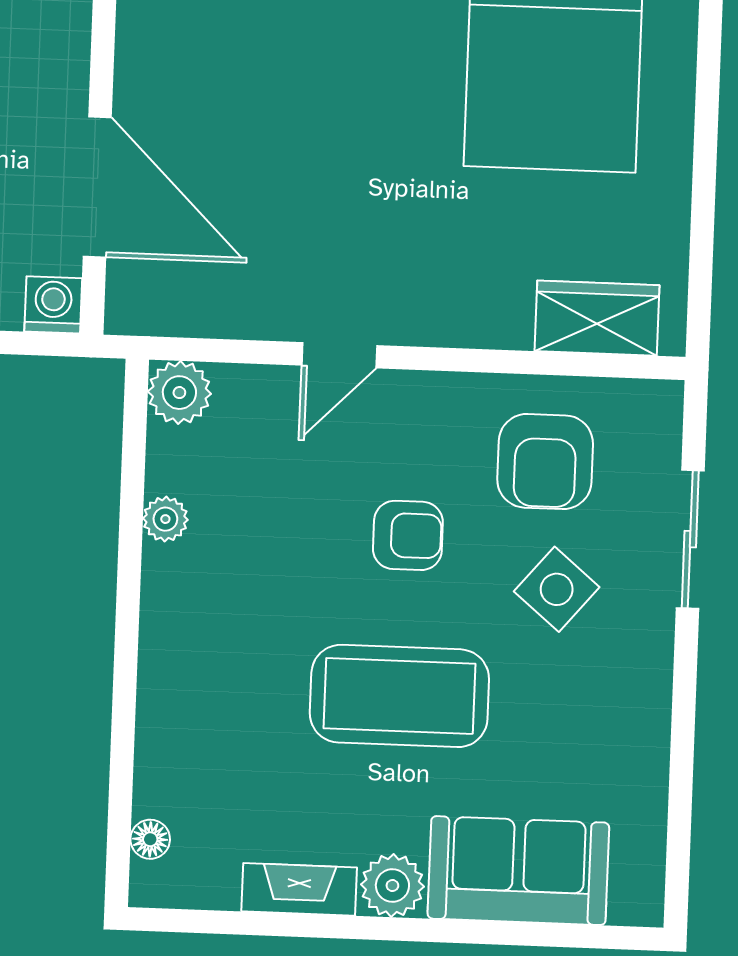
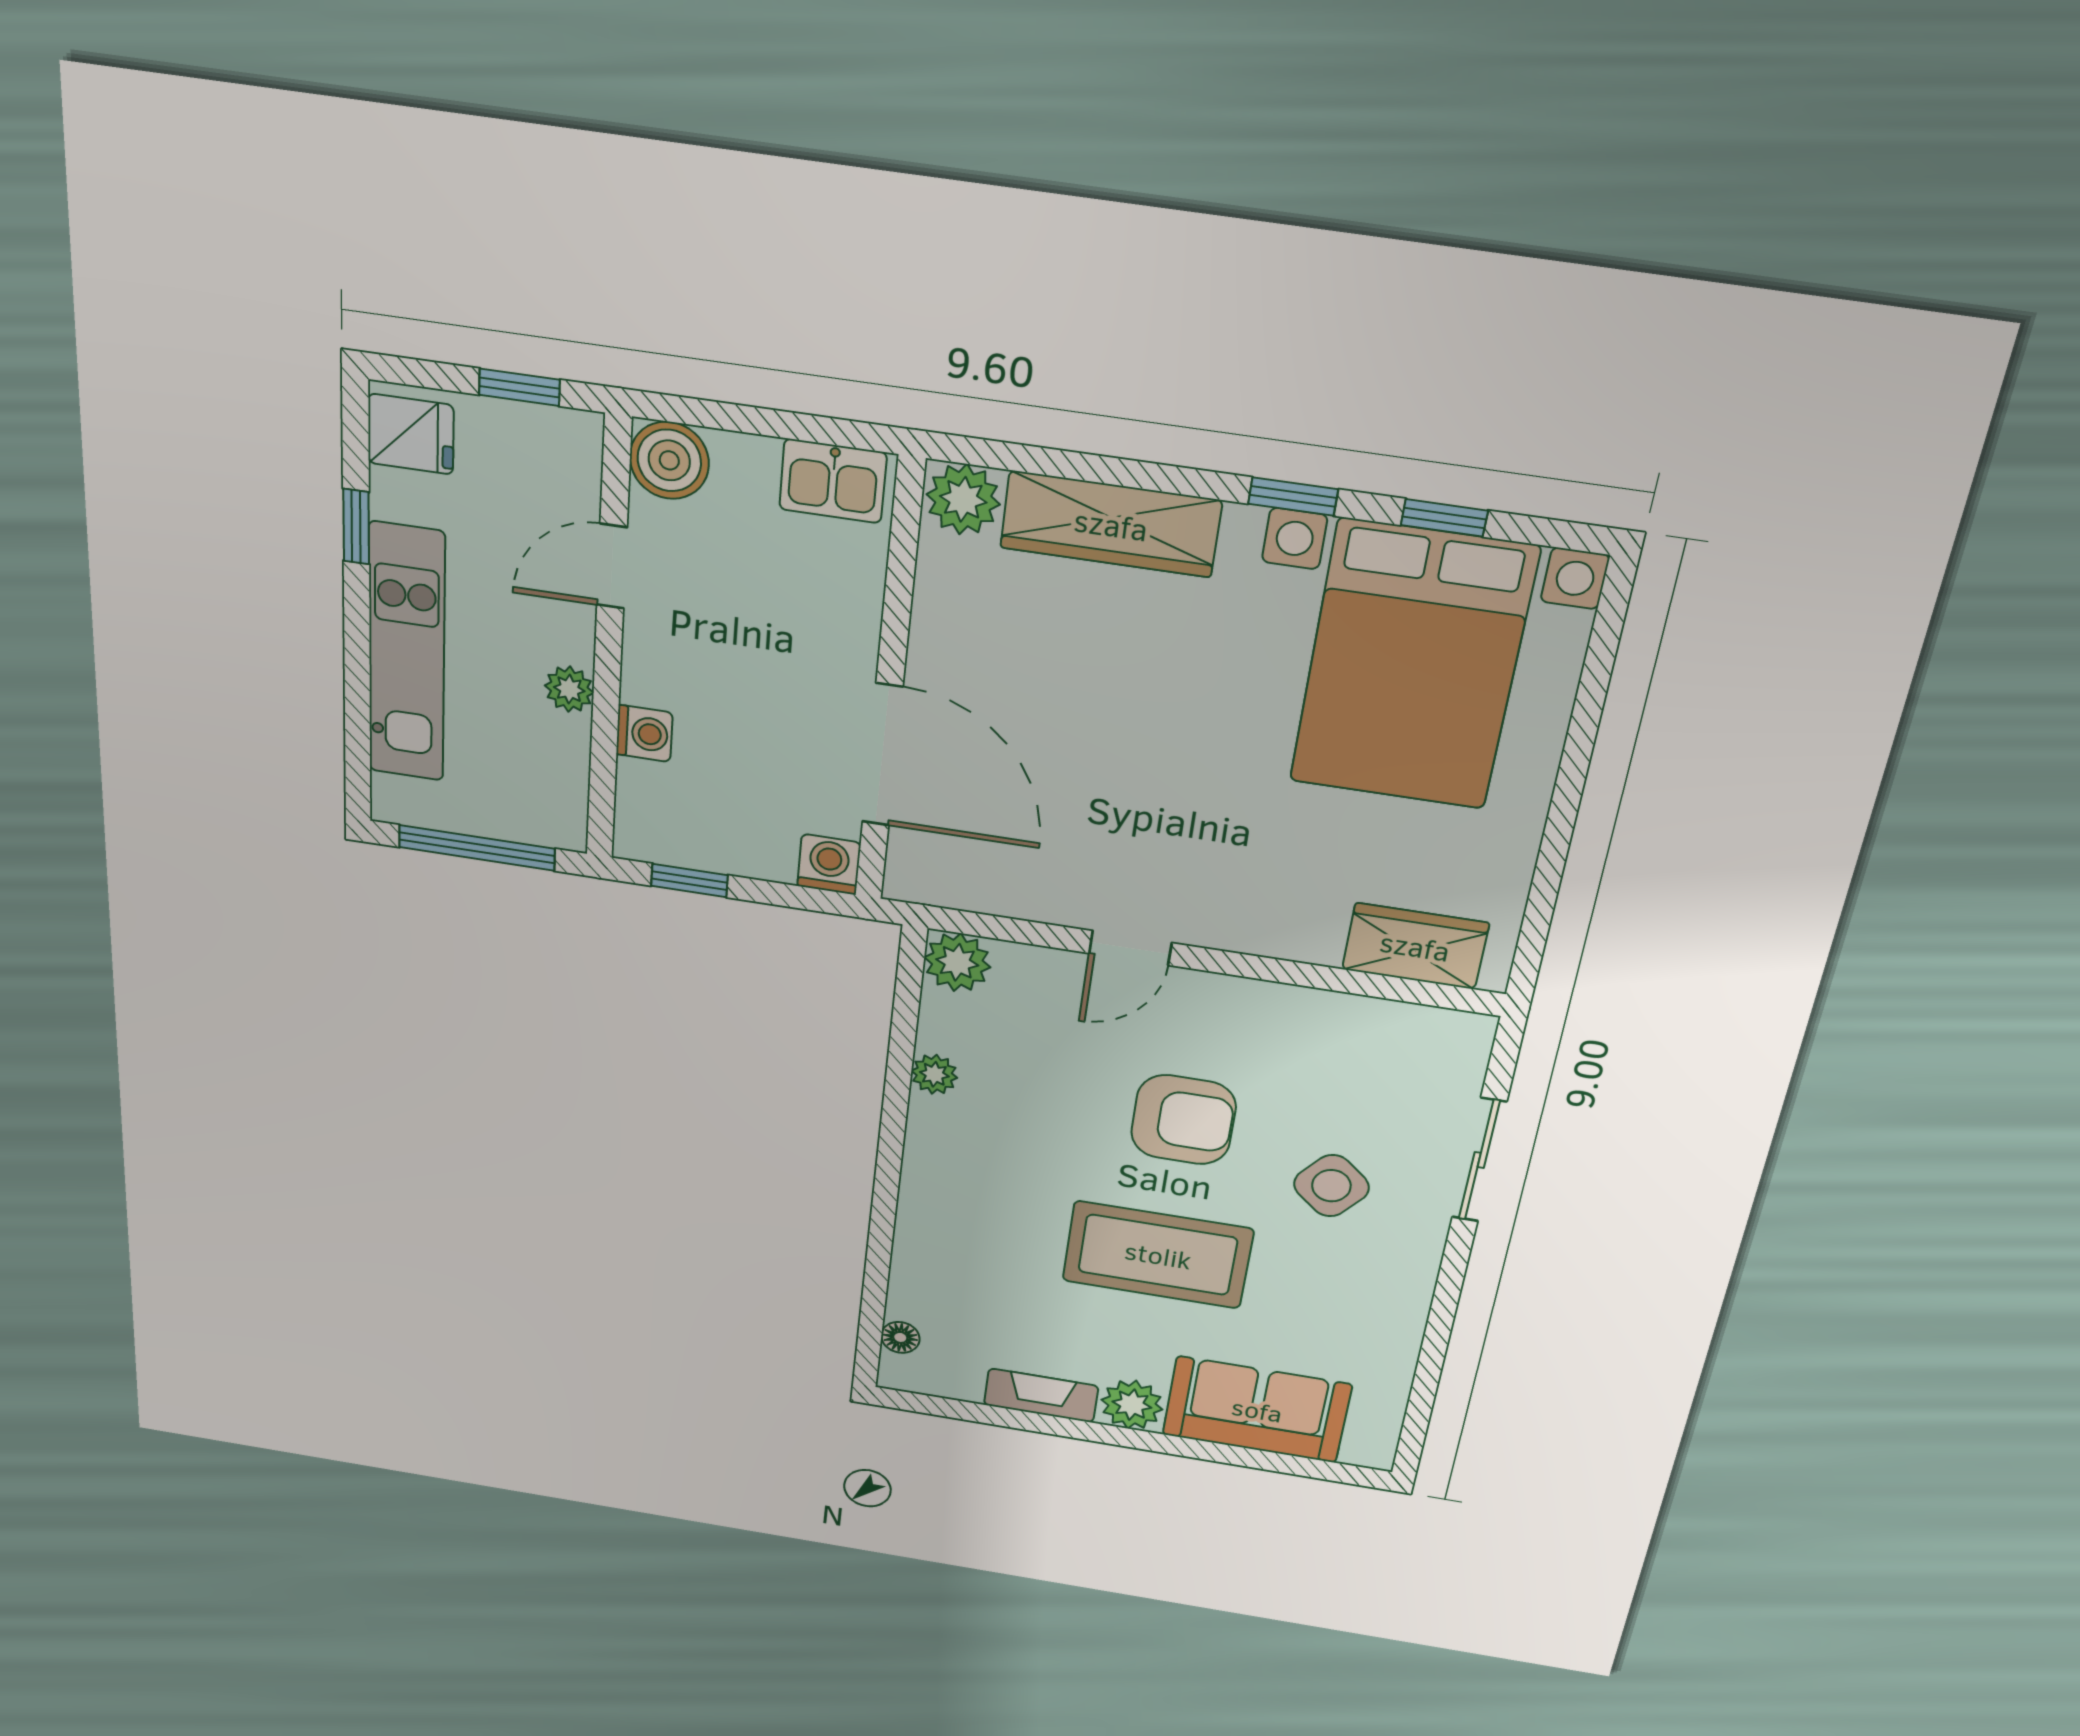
armchair: (545, 462) -> (1337, 1072), removed
armchair: (408, 535) -> (1183, 1120), width x1.38, depth x1.38

